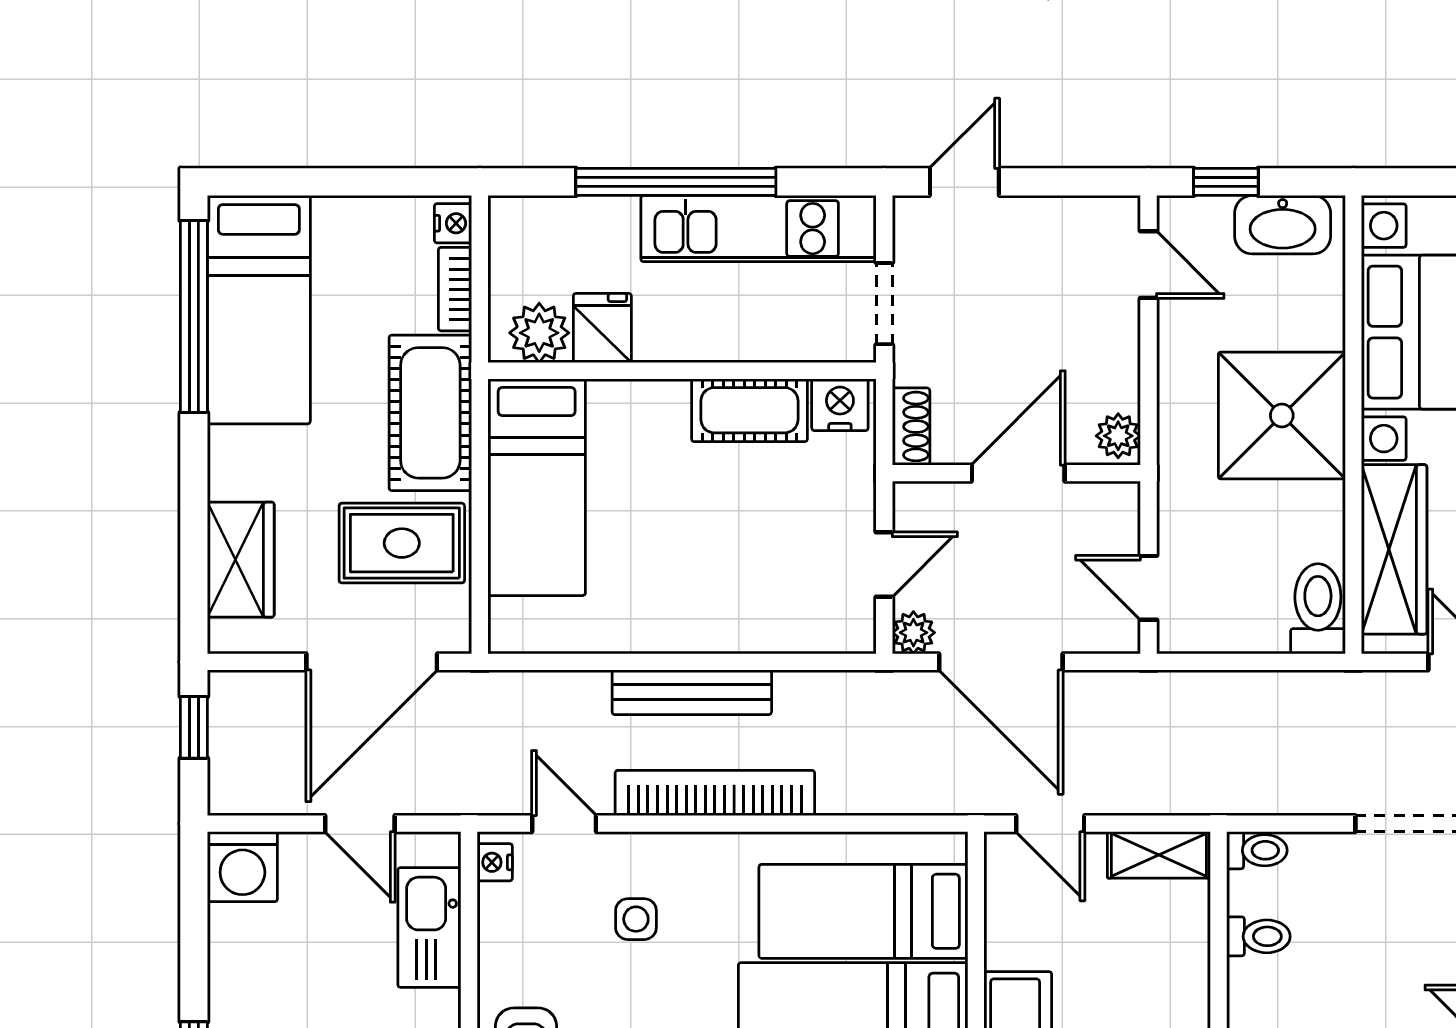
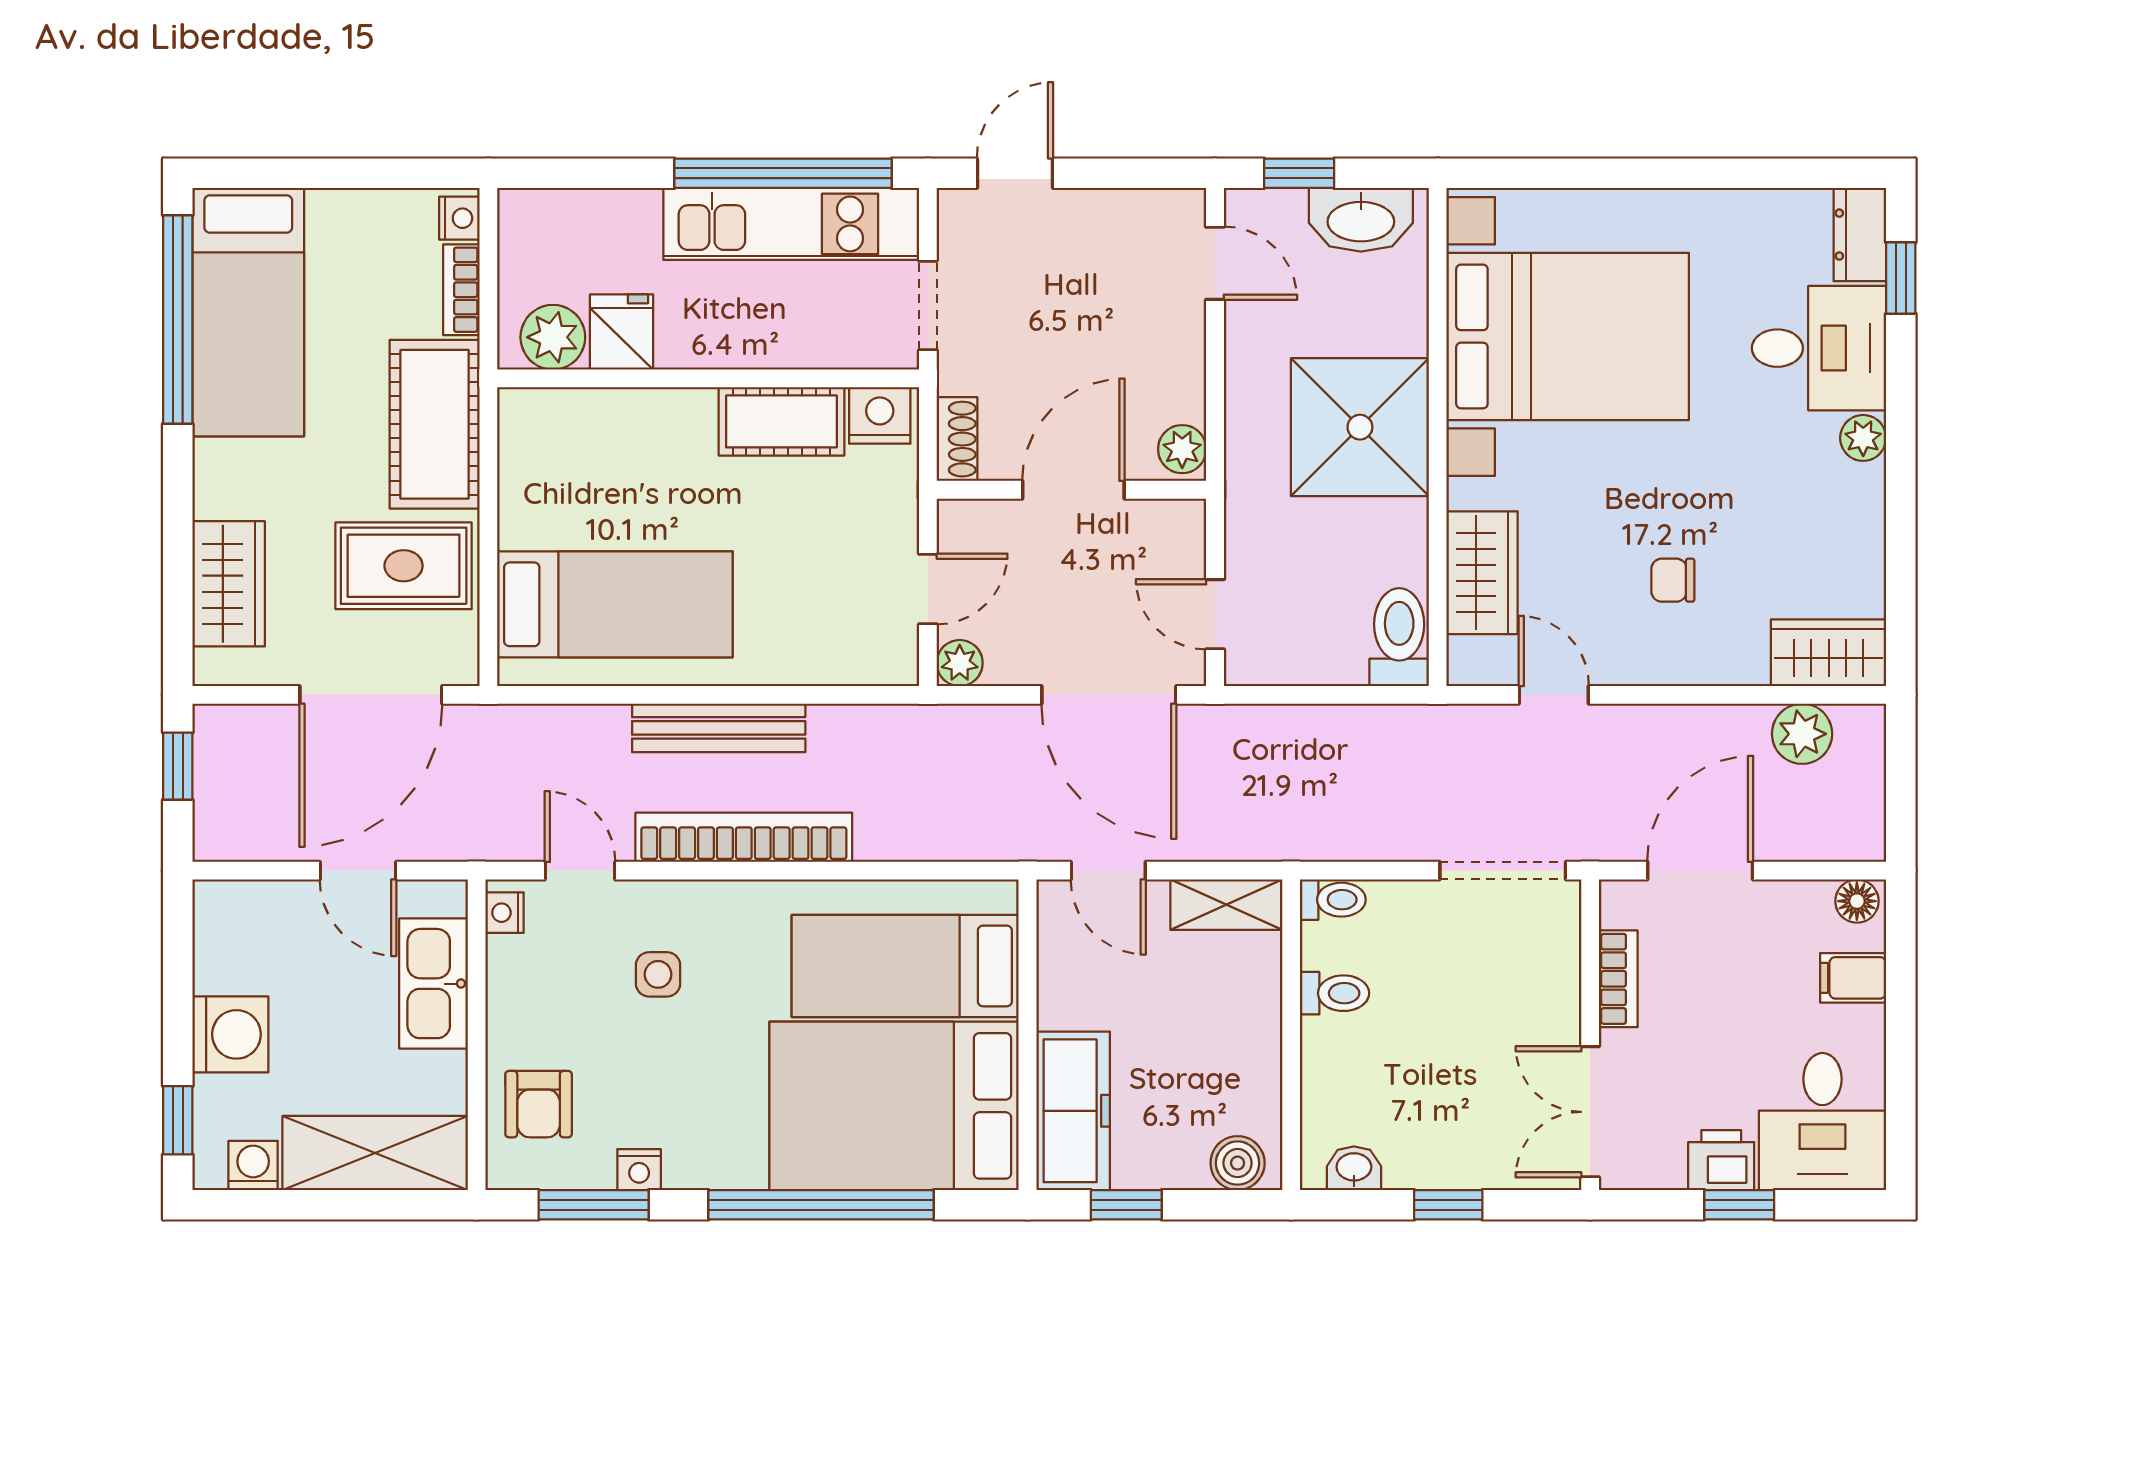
window: (676, 182) -> (783, 173), moved
bed: (537, 487) -> (615, 604), moved, turned -90
wardrobe: (1394, 549) -> (1482, 573), width x0.67
door: (1001, 662) -> (1109, 695), moved
washing machine: (242, 867) -> (230, 1034), moved, turned -90

